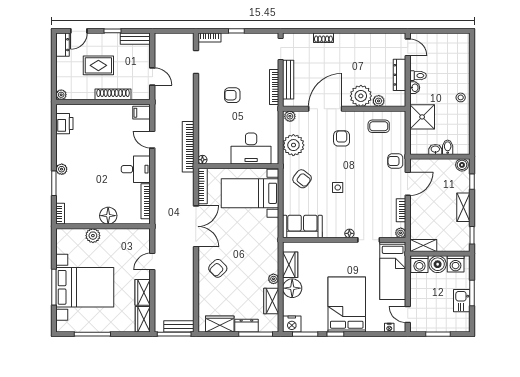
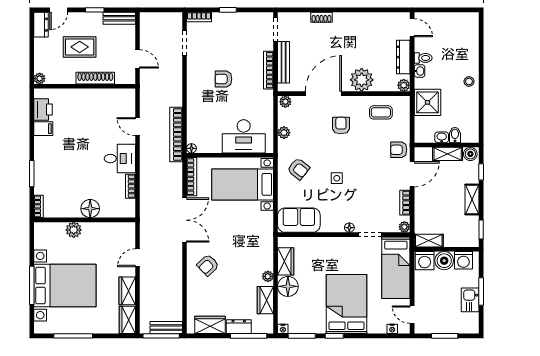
plant: (379, 101) -> (404, 85), moved
filing cabinet: (142, 113) -> (43, 129), moved, turned 180
plant: (293, 145) -> (284, 133), width x0.53, depth x0.53
shelving: (441, 165) -> (448, 154), added
plant: (62, 169) -> (40, 159), removed
bookcase: (146, 201) -> (130, 186), width x0.64
nightstand: (292, 324) -> (283, 329), width x0.53, depth x0.56

